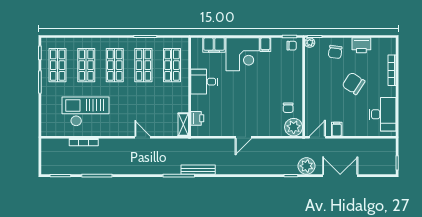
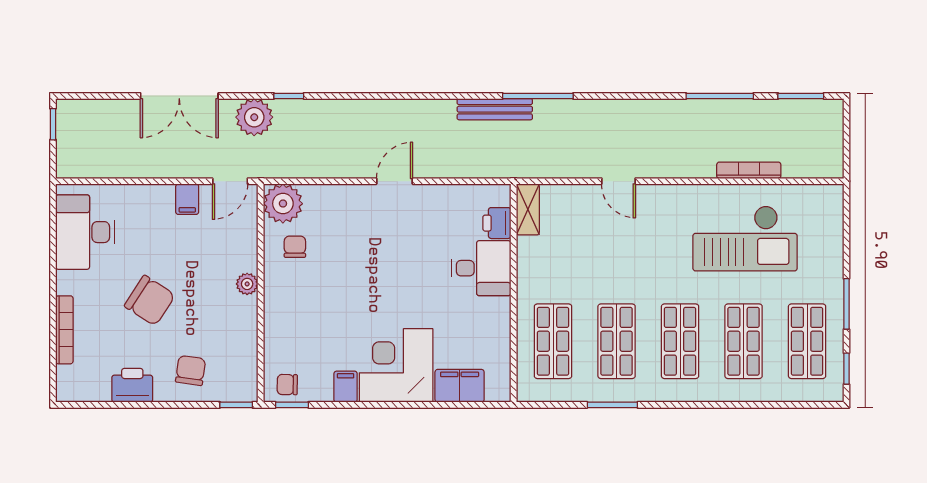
plant: (310, 43) -> (247, 284), moved
desk: (204, 82) -> (481, 268), moved

